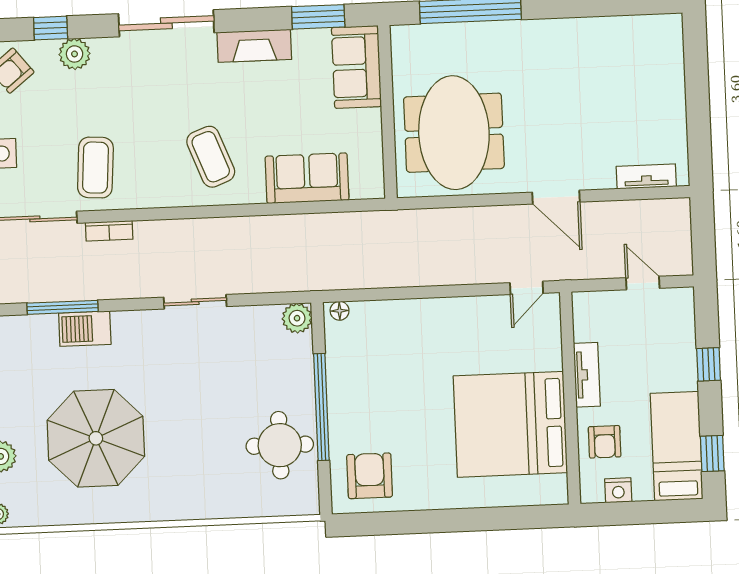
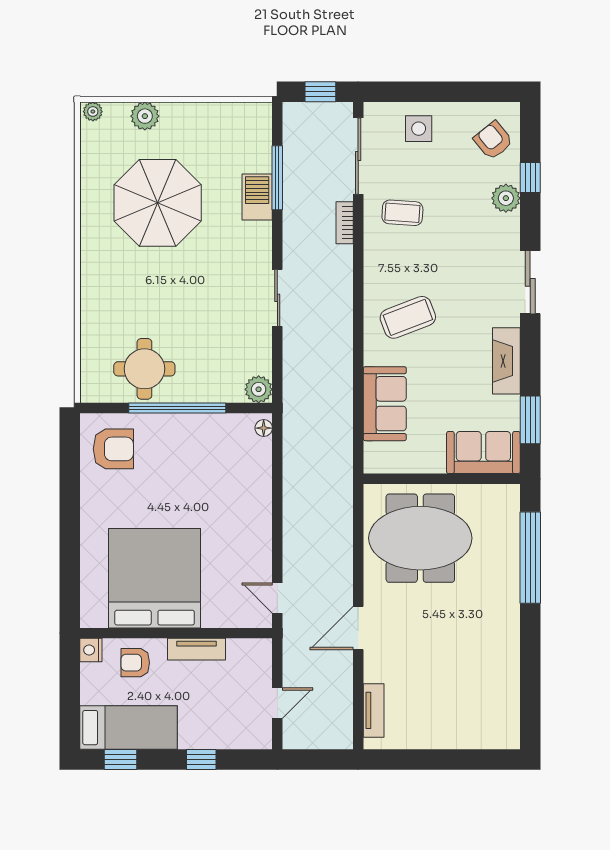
sliding door: (166, 23) -> (530, 282), width x0.73
coffee table: (95, 168) -> (402, 213), width x0.73, depth x0.77
nightstand: (618, 490) -> (91, 650), moved

